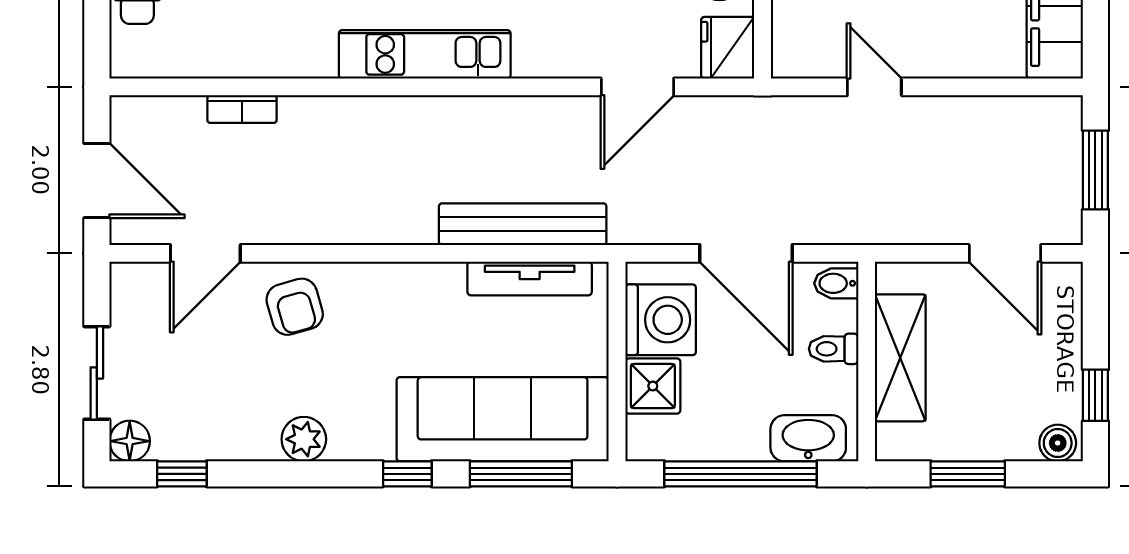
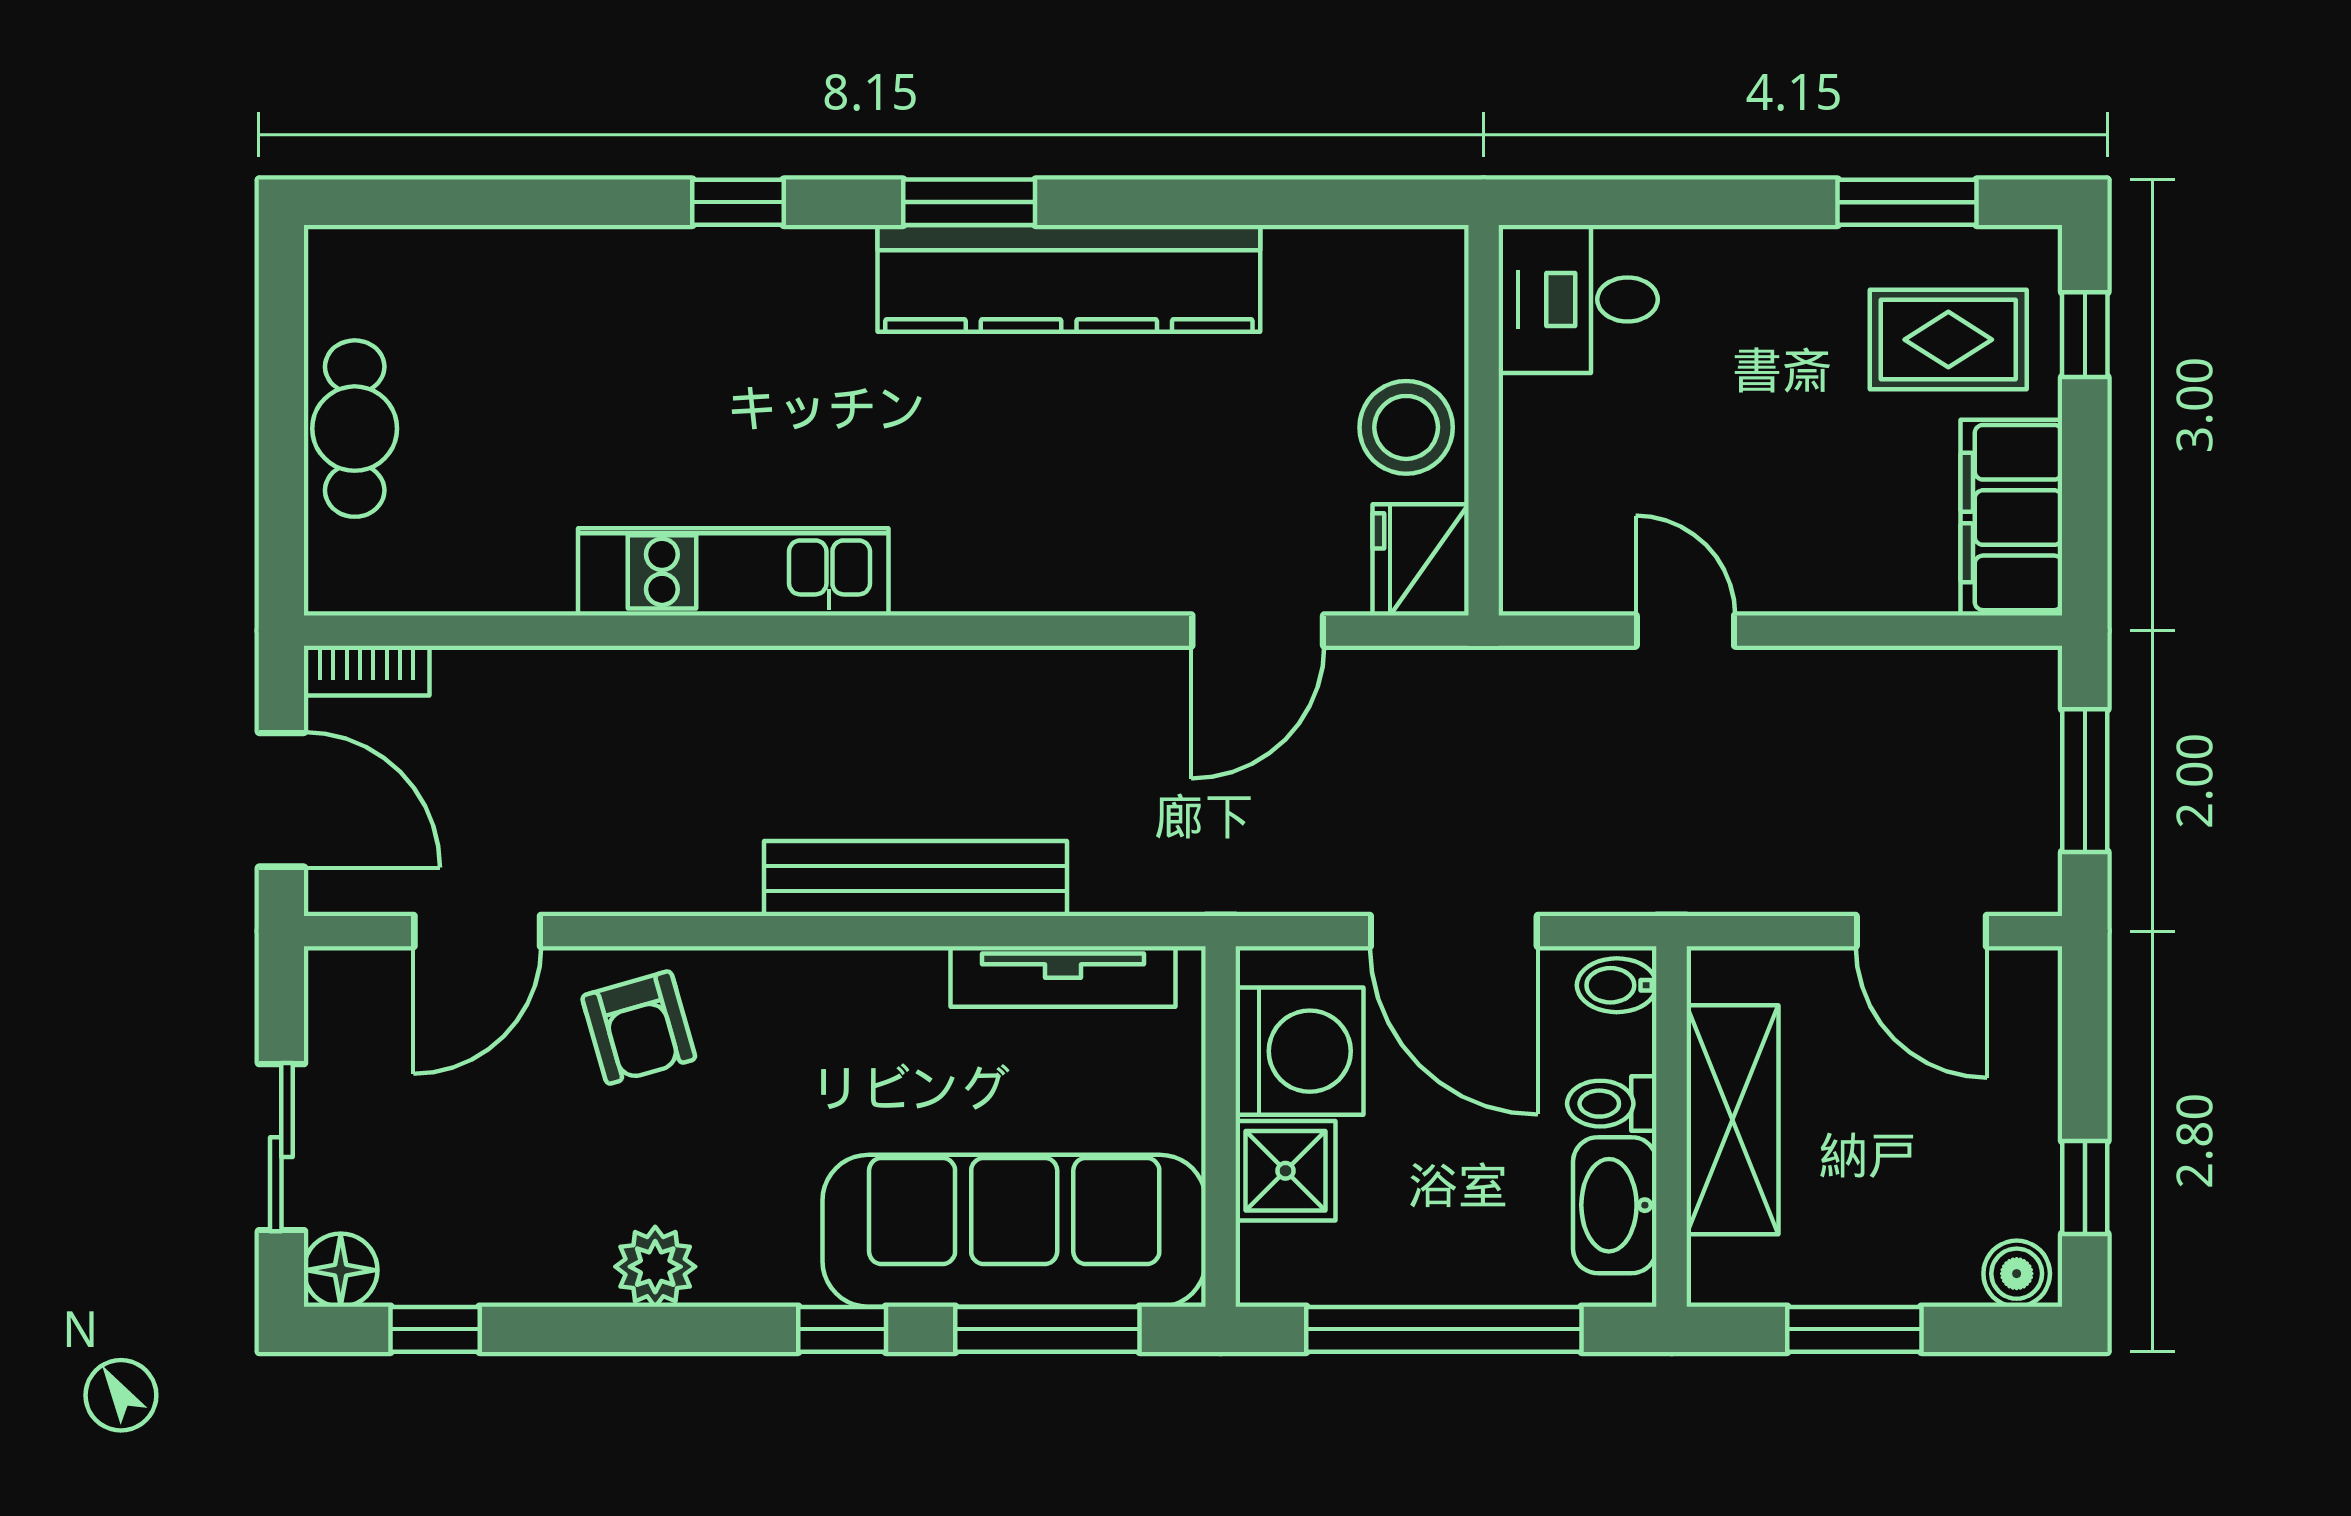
kitchen unit: (425, 54) -> (733, 572), moved
bookcase: (242, 109) -> (367, 671), moved
bench: (523, 224) -> (916, 878), moved
washbasin: (808, 438) -> (1615, 1205), moved, turned -90

